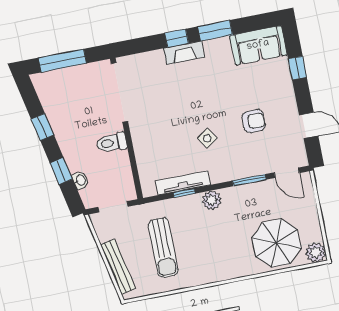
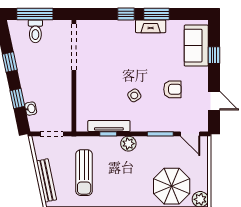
sofa: (258, 45) -> (196, 46), moved, turned 90
fireplace: (184, 53) -> (151, 26), moved
toilet: (111, 143) -> (35, 31), moved, turned -90

